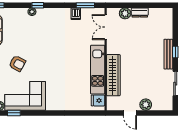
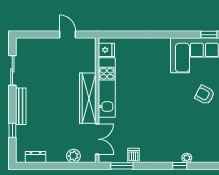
dresser: (140, 12) -> (36, 157), moved
window: (175, 52) -> (12, 130), moved
wardrobe: (113, 75) -> (88, 98), moved
plant: (146, 105) -> (48, 45), removed

